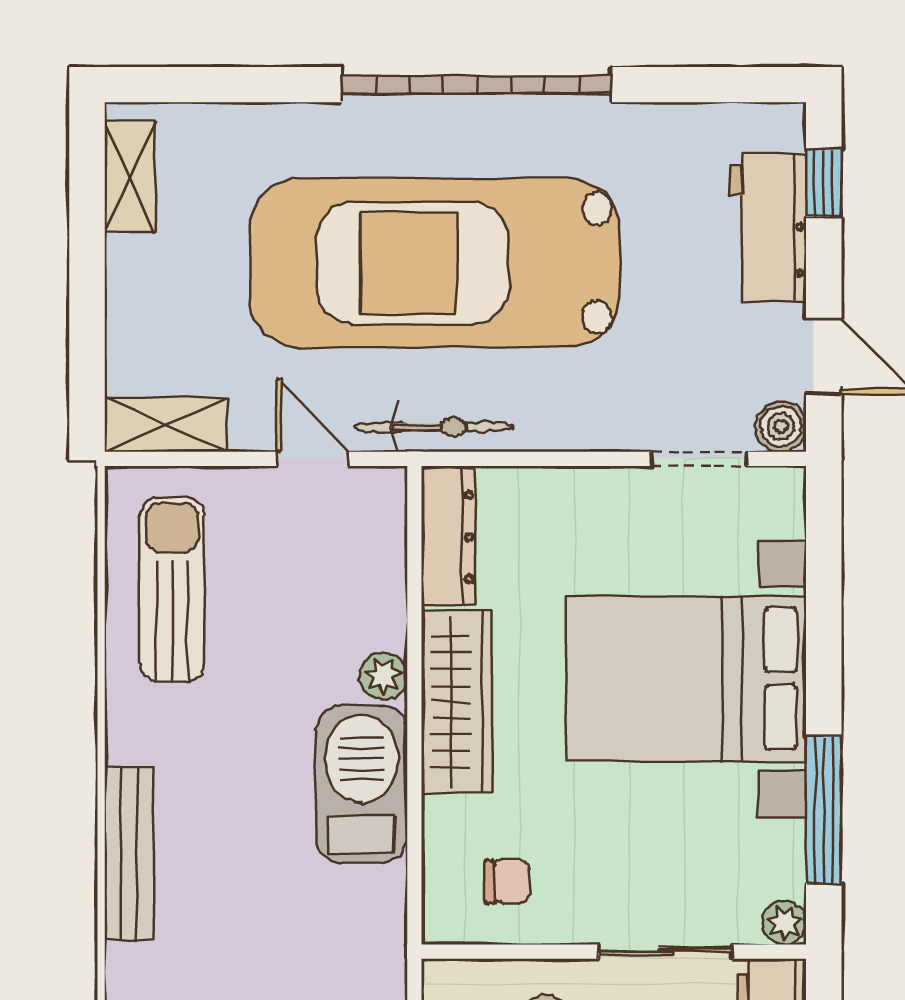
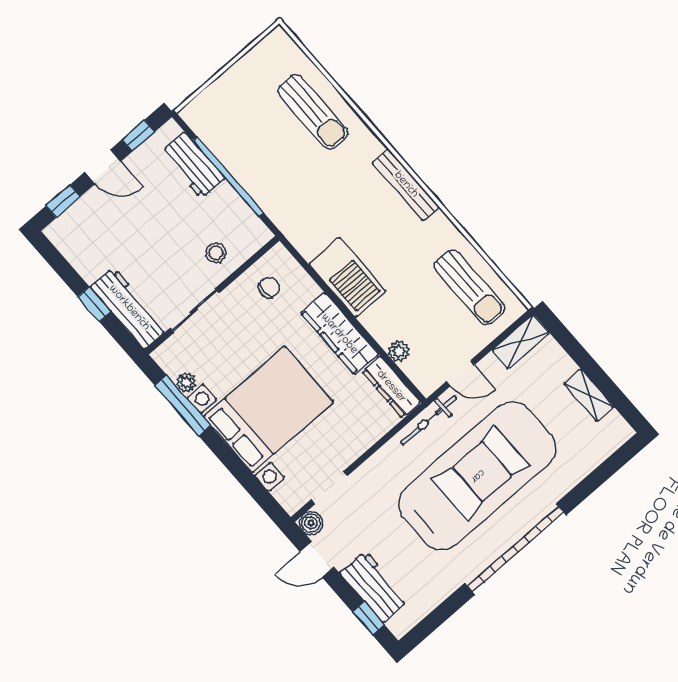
shelving: (130, 177) -> (589, 395), moved
plant: (383, 676) -> (399, 351), moved
chair: (507, 881) -> (269, 287), turned 180
plant: (784, 923) -> (186, 383), moved

